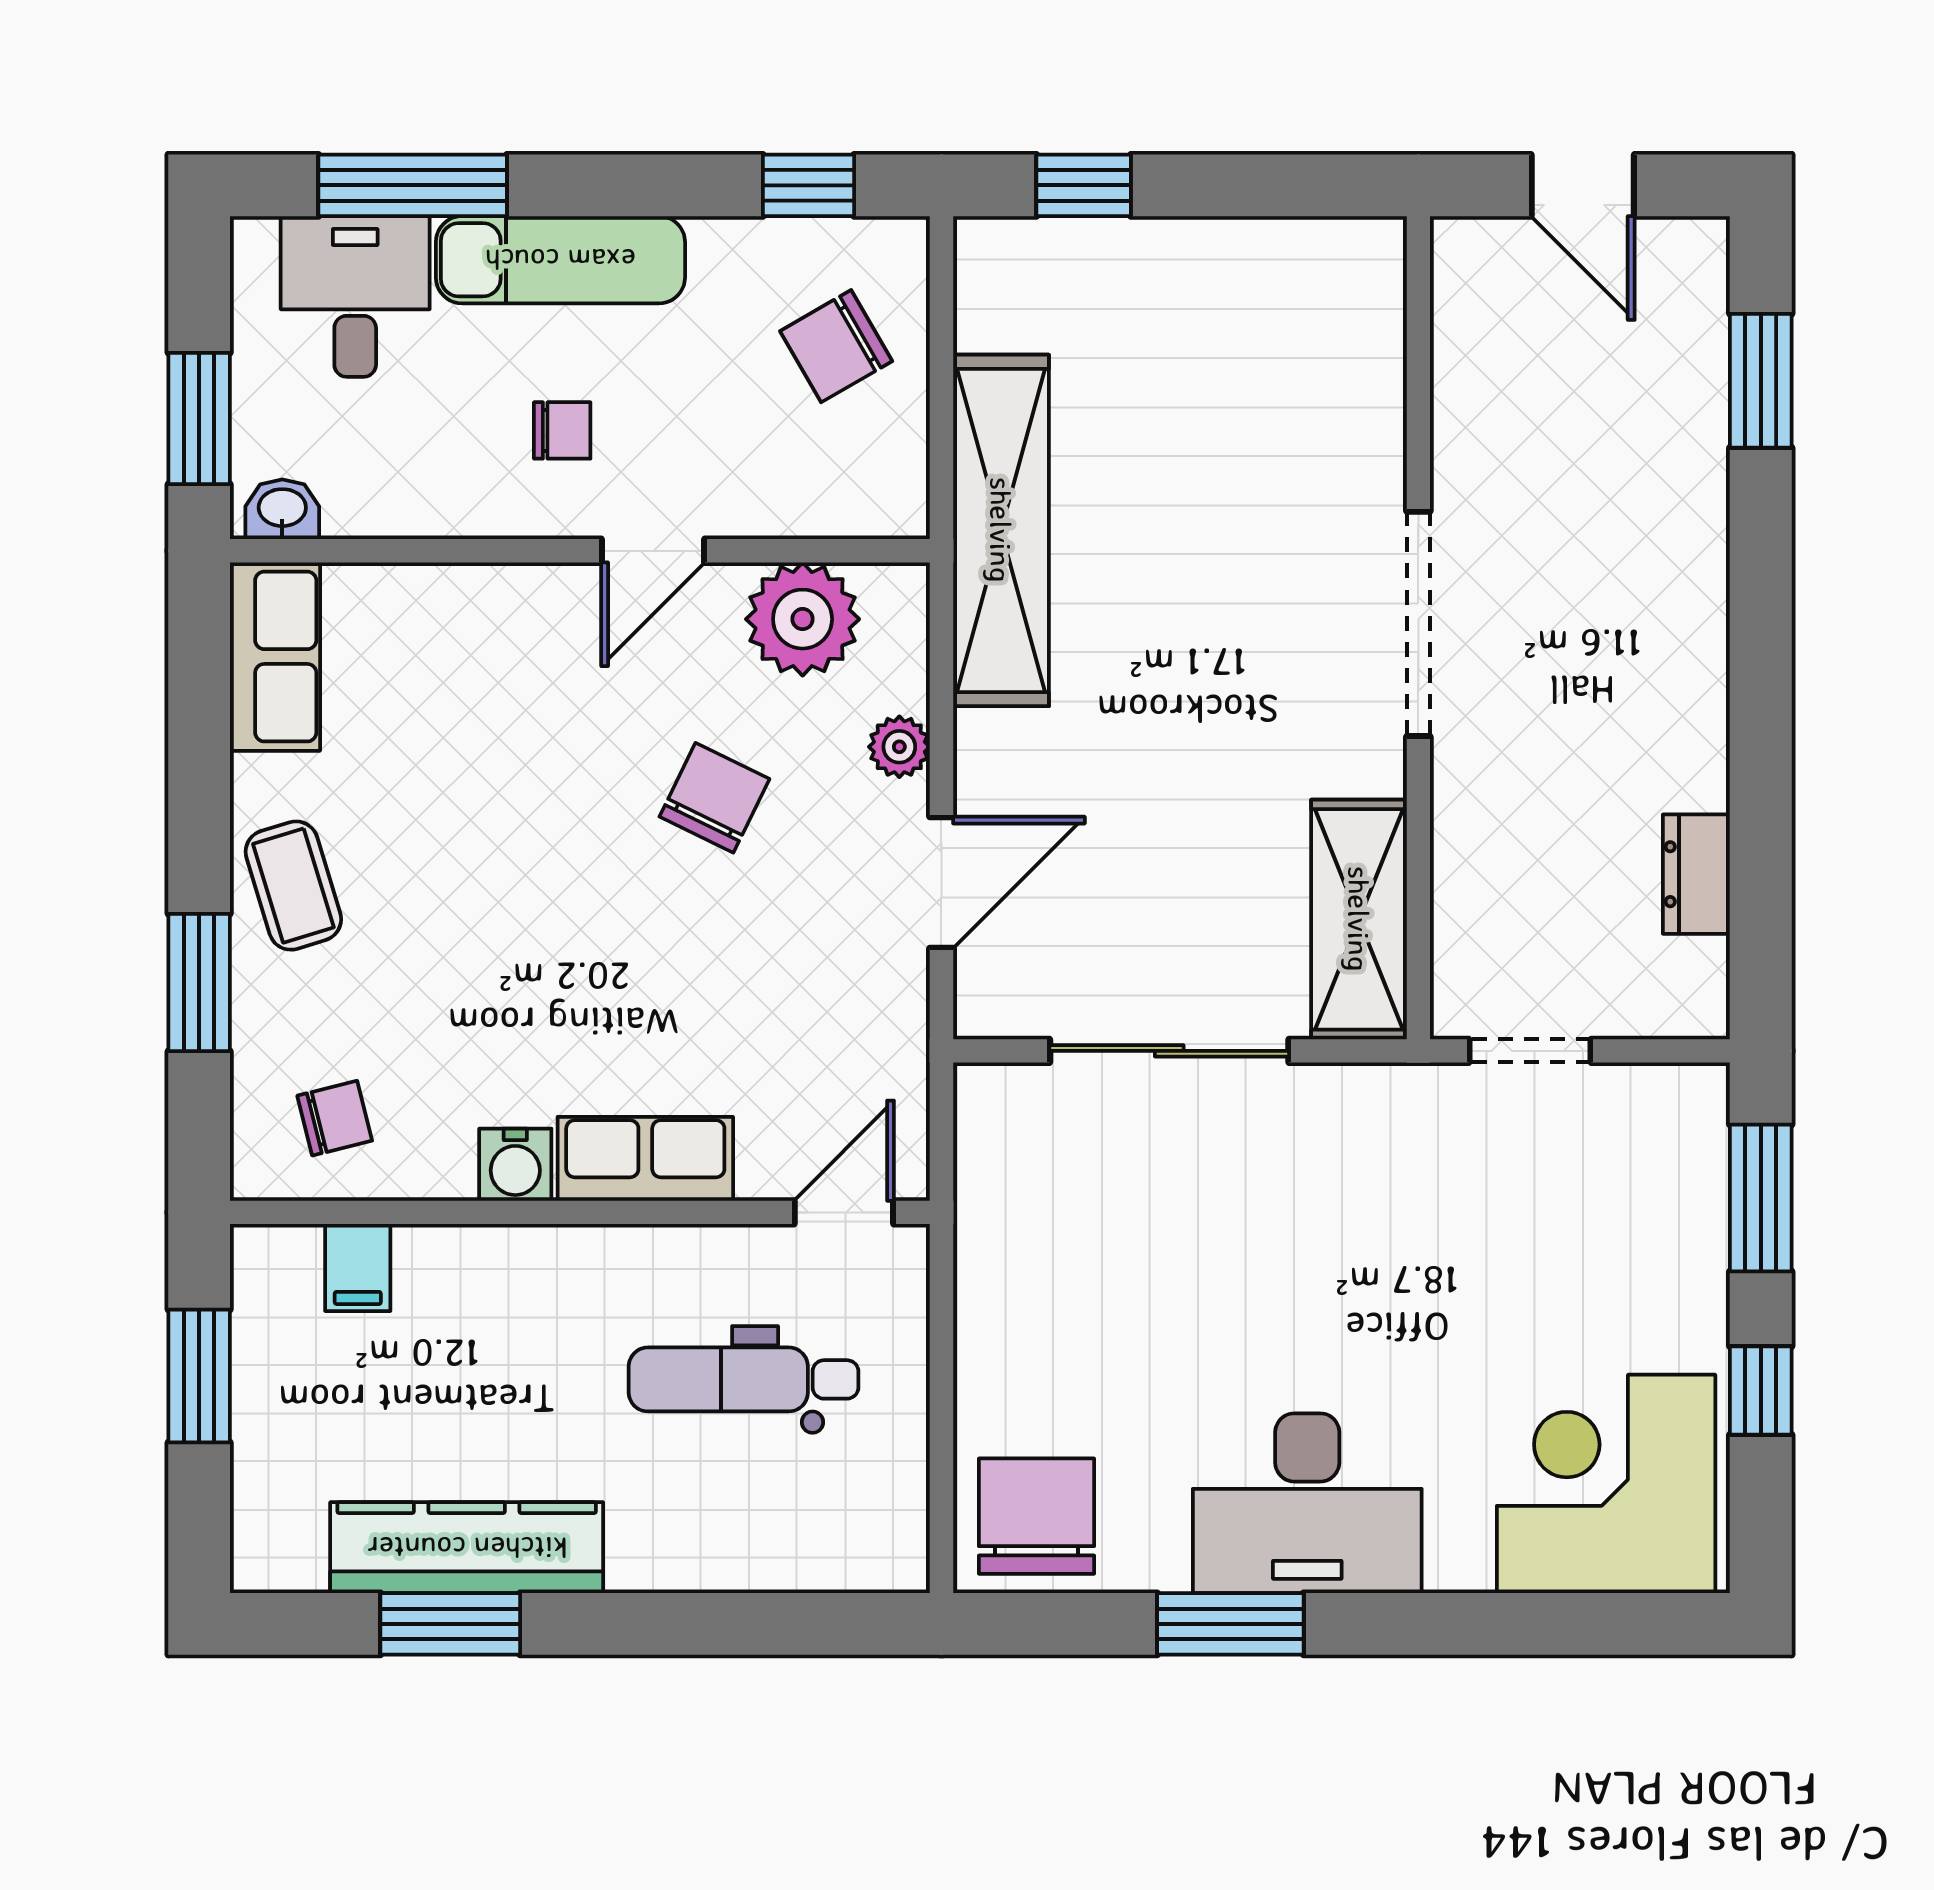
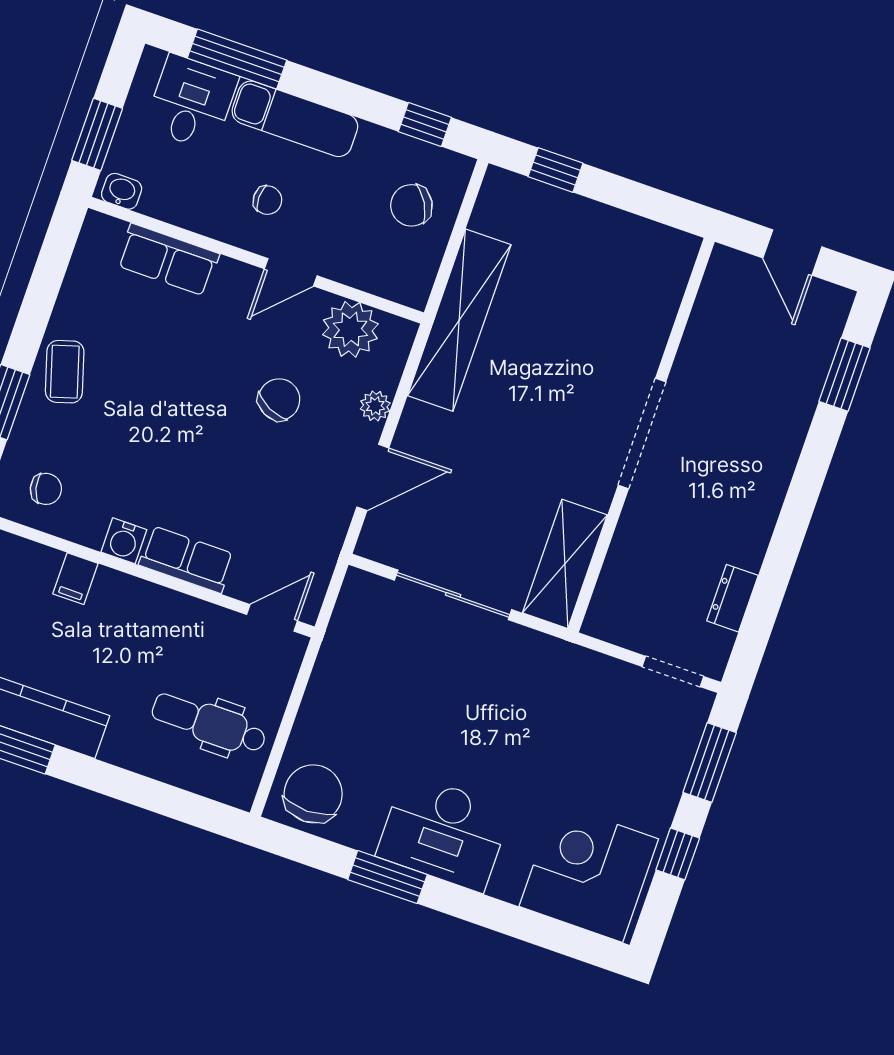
row of seats: (275, 657) -> (168, 260), moved, turned 90
doorway: (1530, 1051) -> (673, 671), moved
filing cabinet: (358, 1267) -> (75, 579), moved
dental chair: (744, 1379) -> (209, 723), moved

